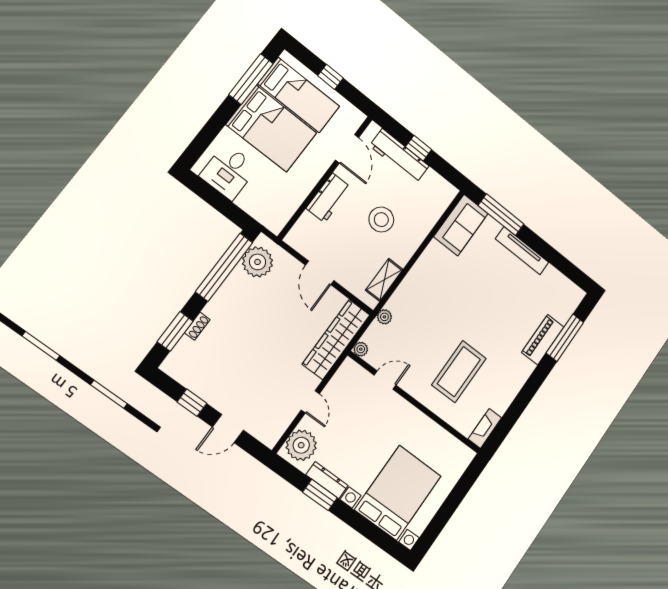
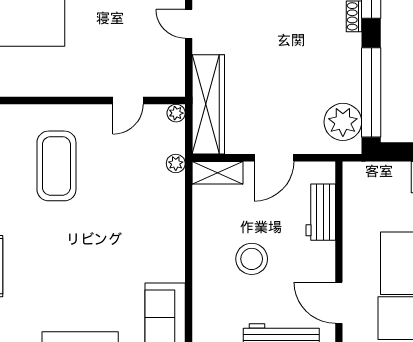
workbench: (329, 198) -> (321, 212), moved
door: (320, 273) -> (274, 158), swing flipped
shelving: (384, 280) -> (218, 173), moved, turned 90

